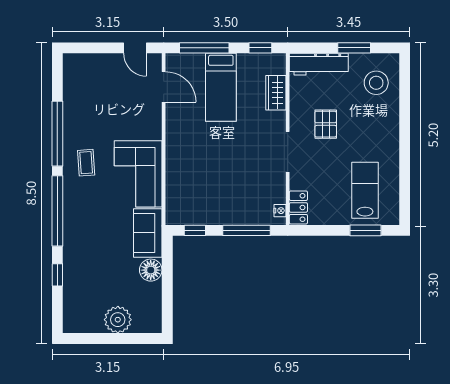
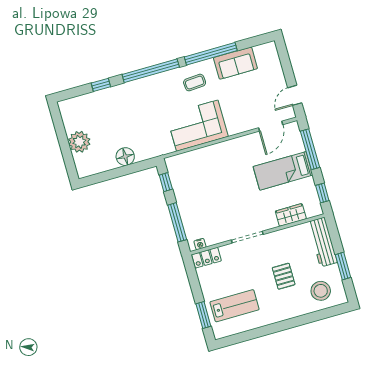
pallet: (326, 124) -> (284, 276), moved, turned 90
sofa: (148, 233) -> (235, 63), moved, turned 180

